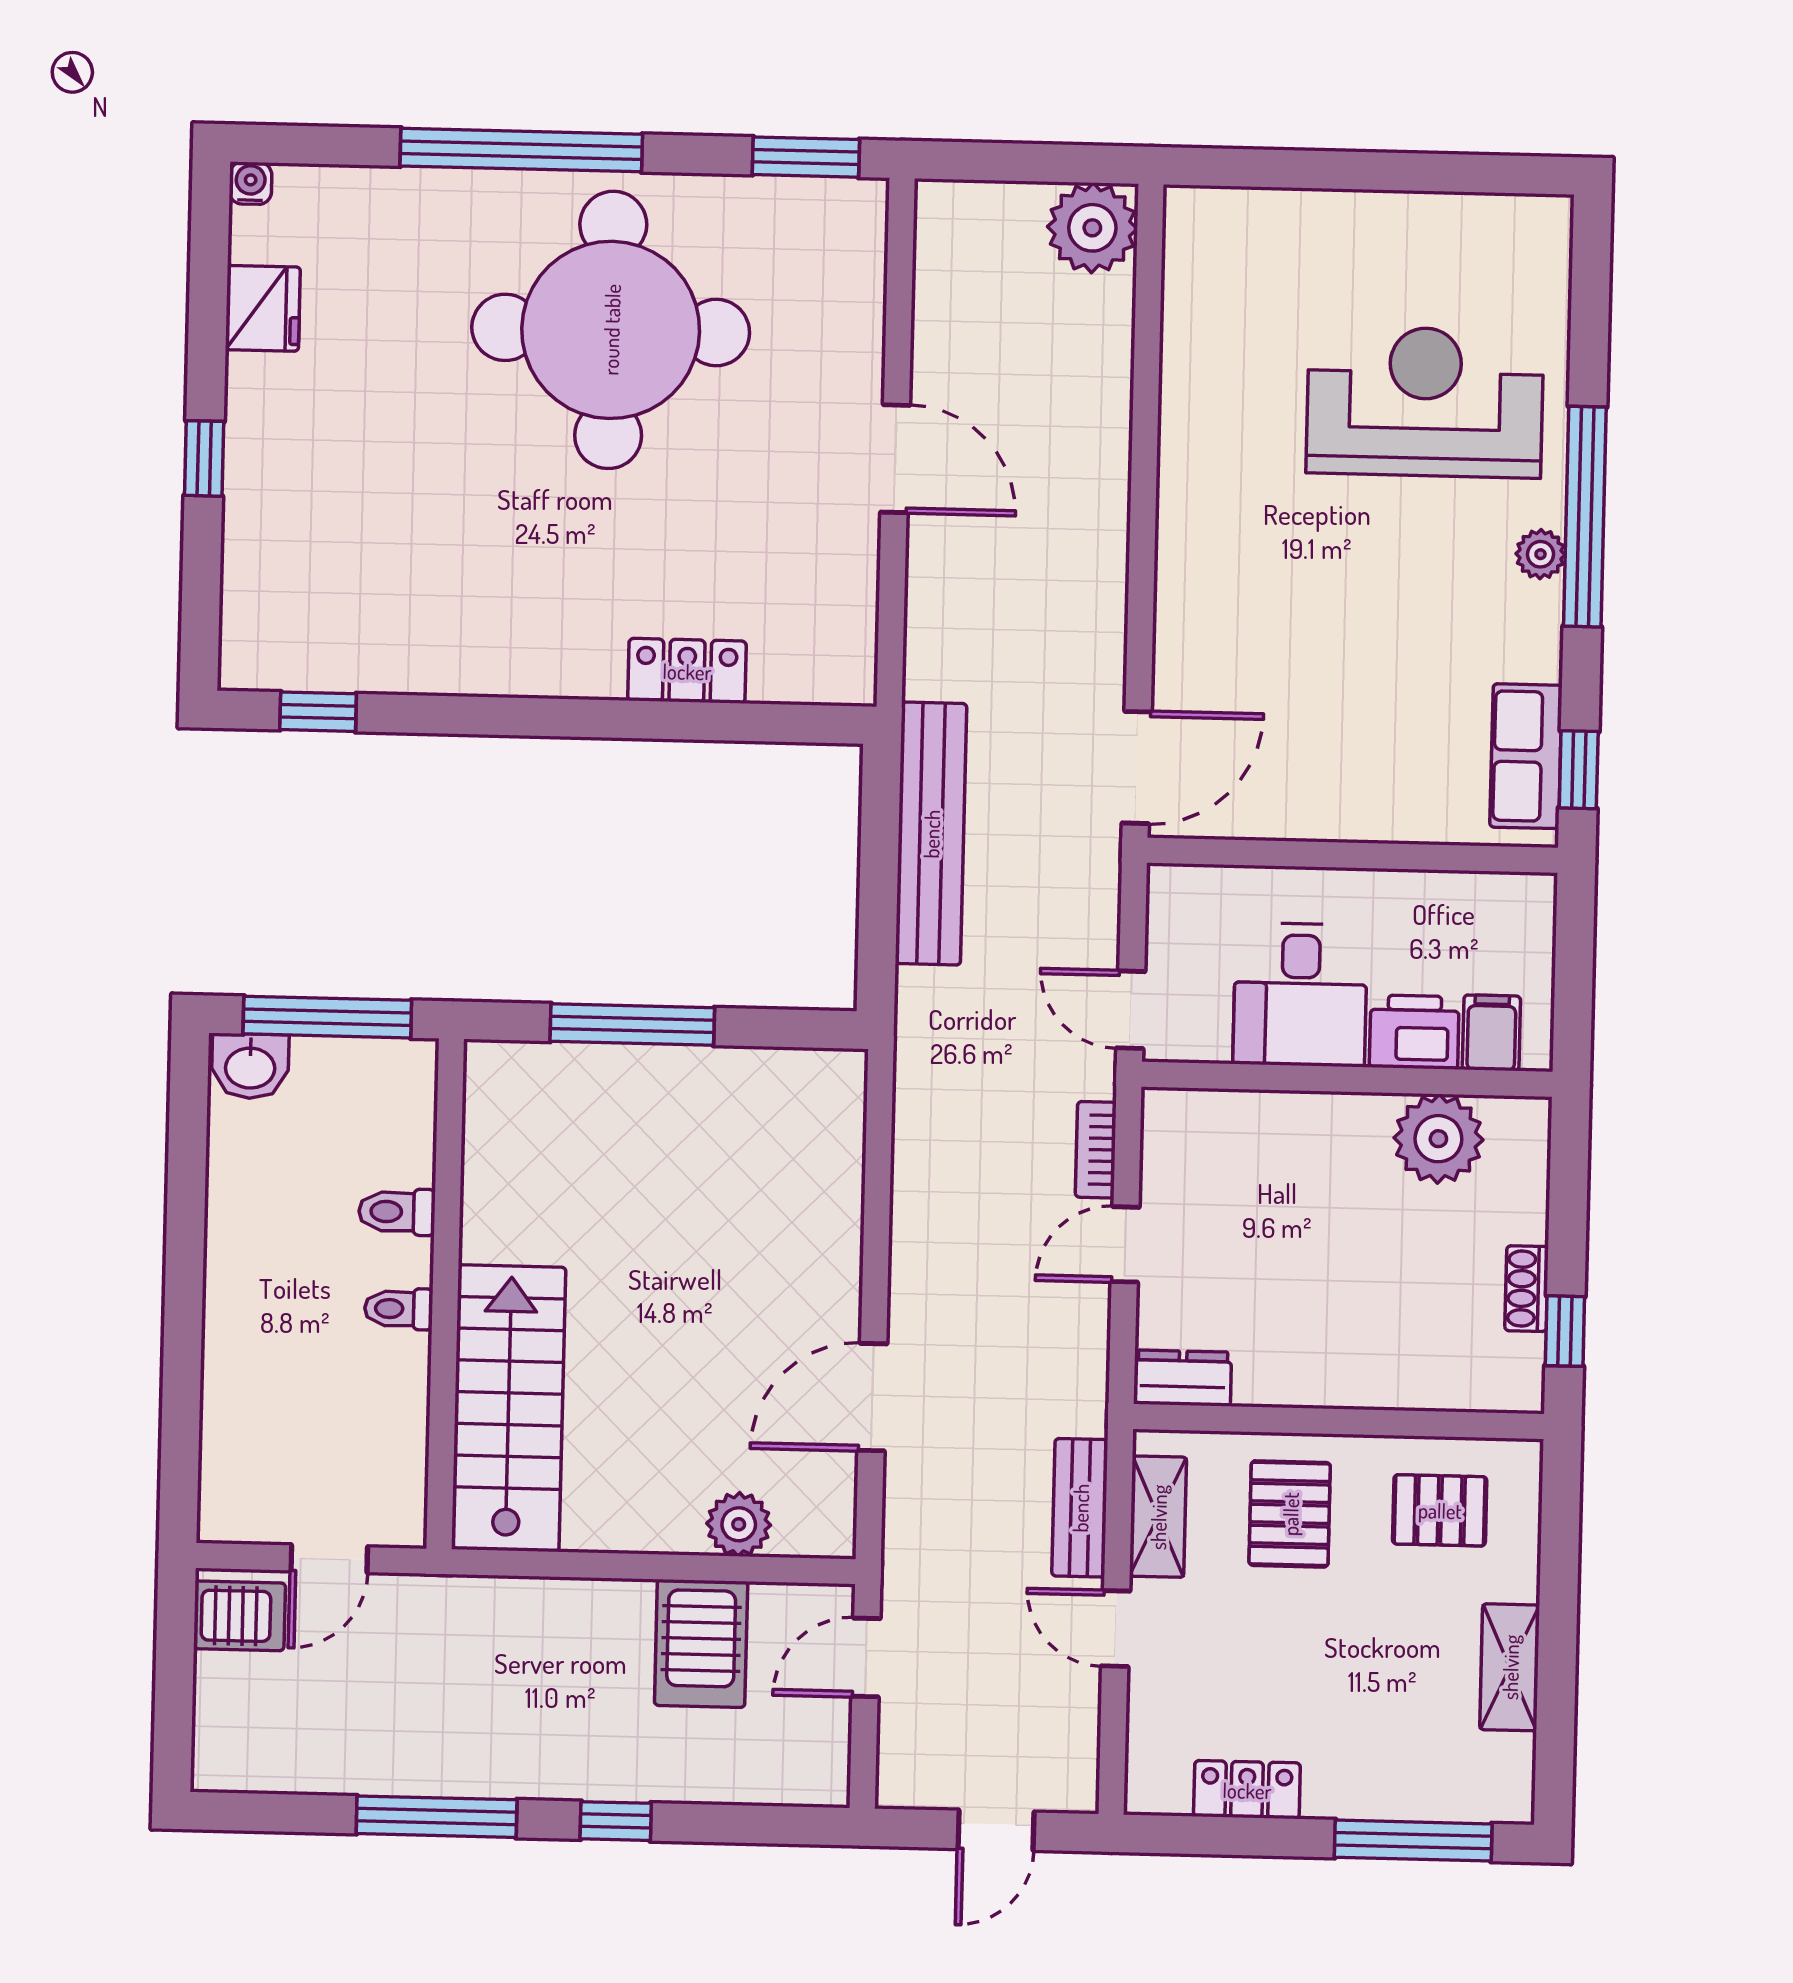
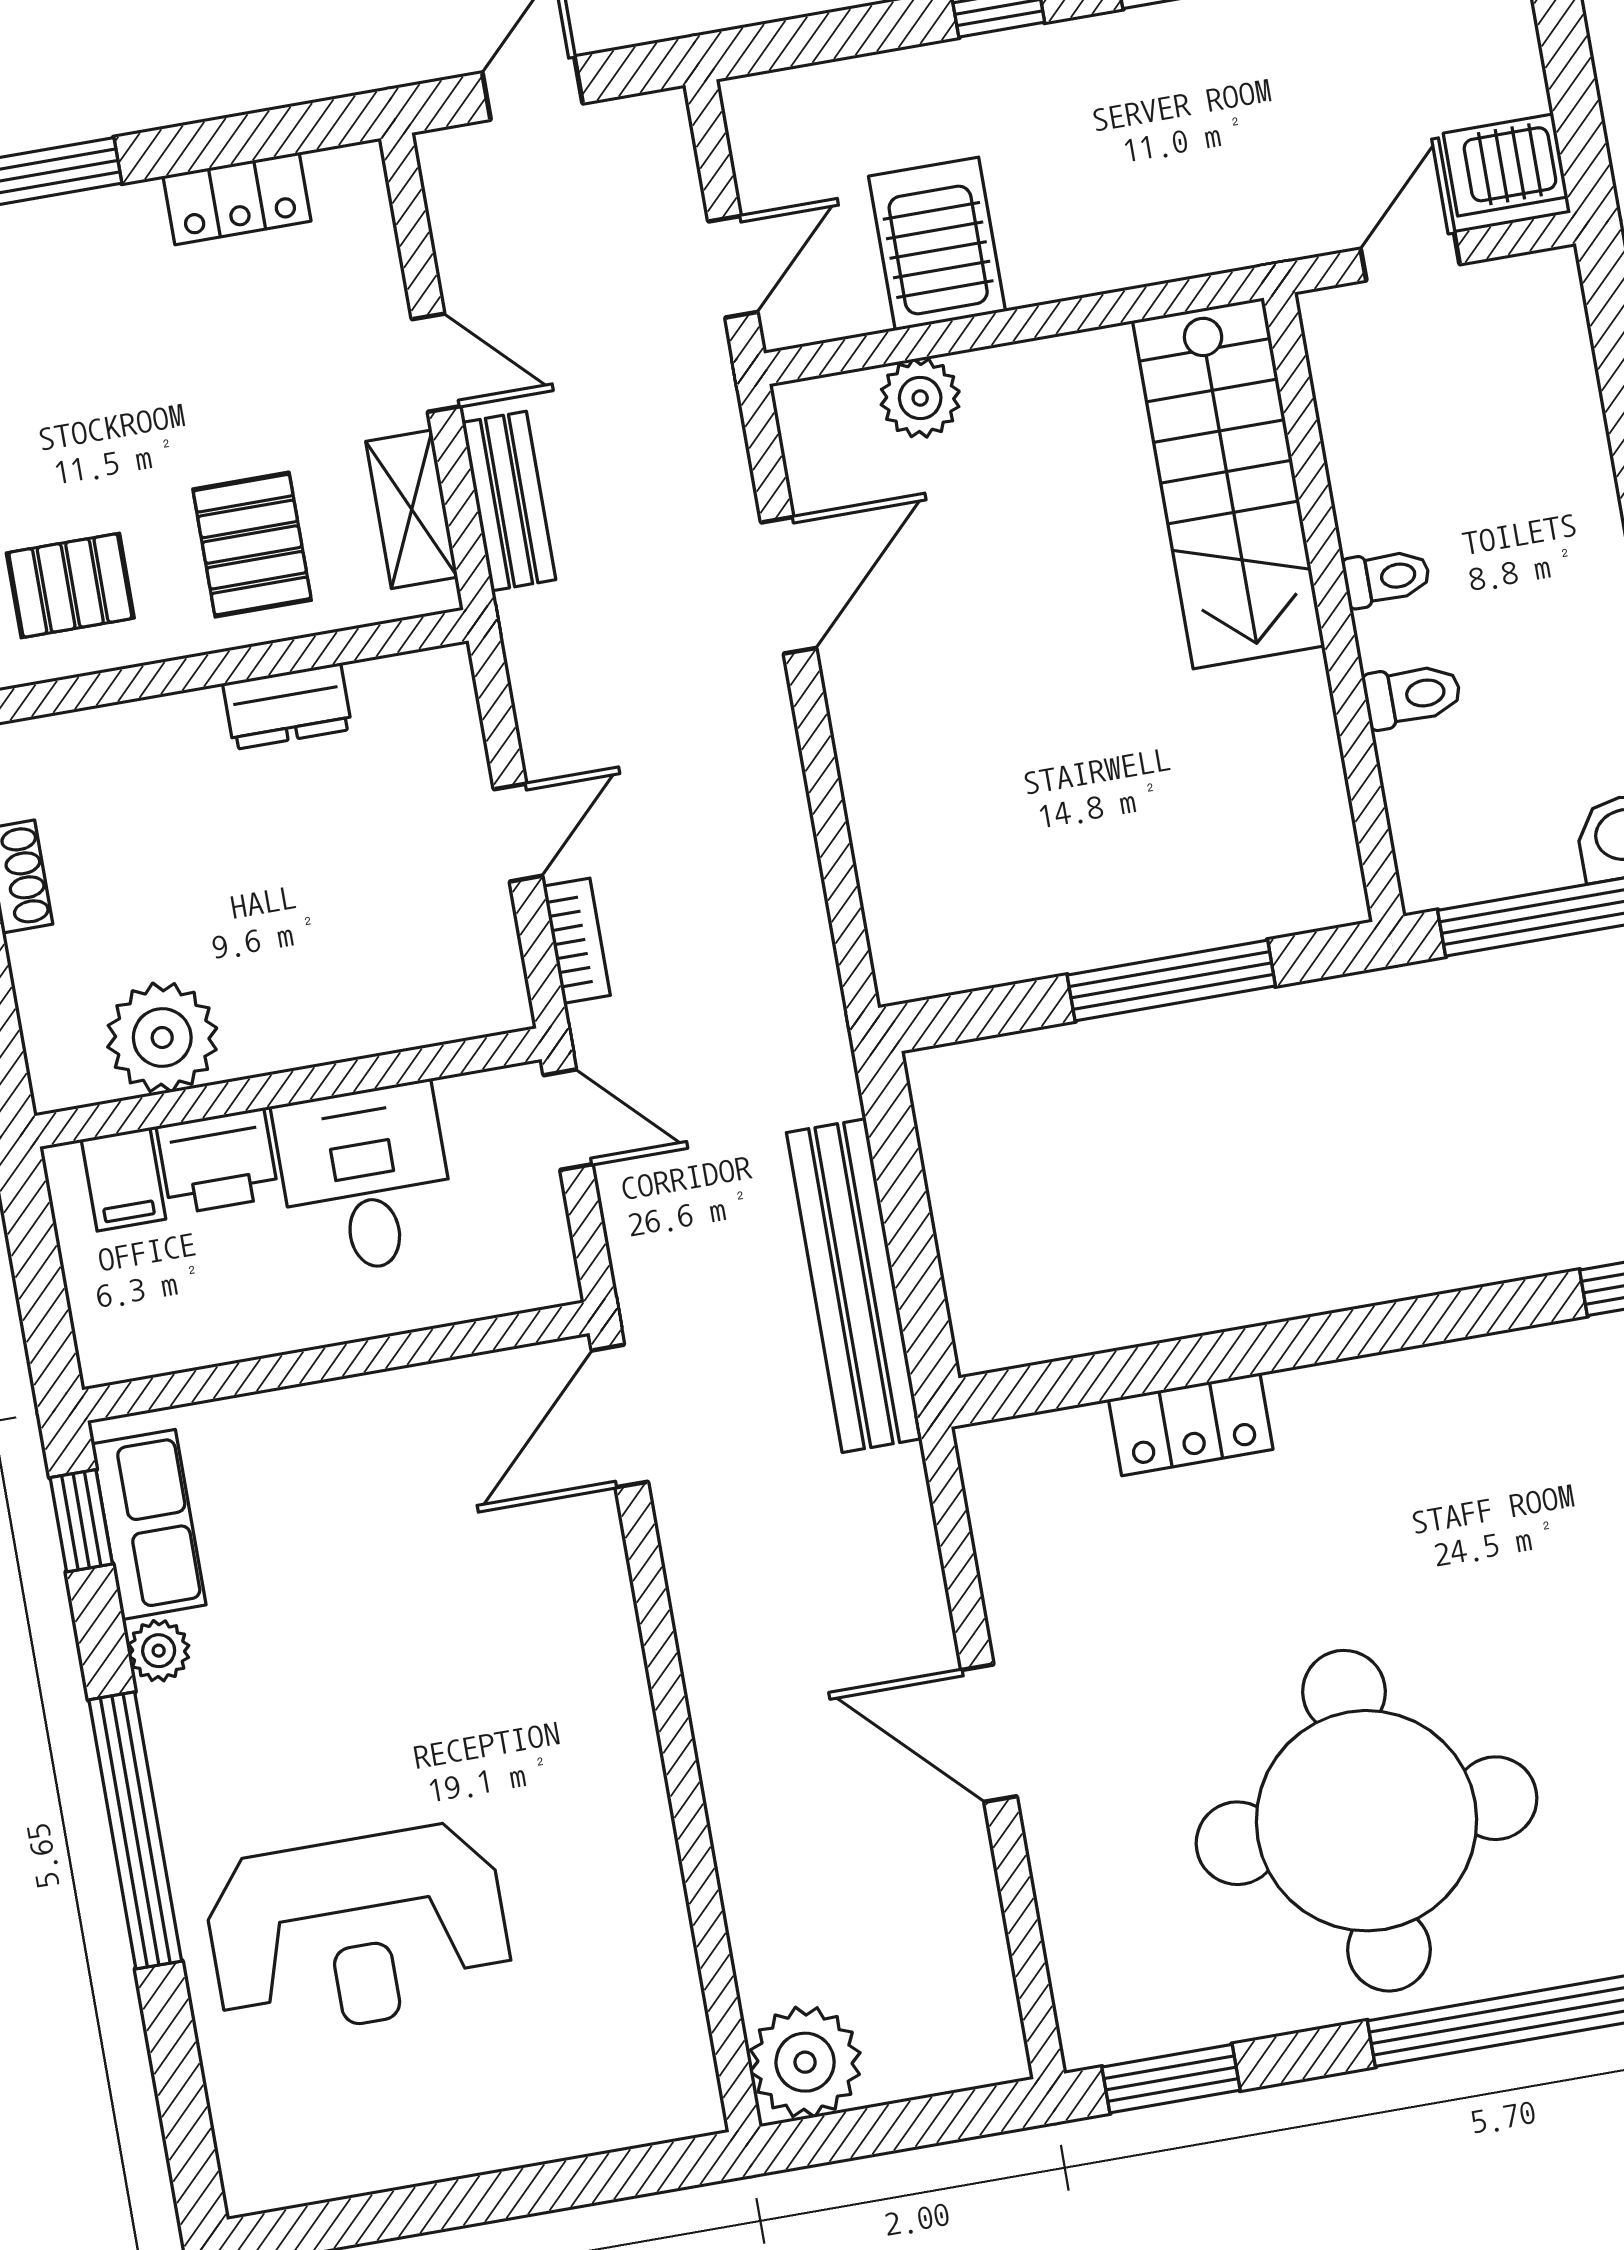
plant: (1541, 554) -> (159, 1651), moved
dresser: (1183, 1378) -> (287, 706), moved

